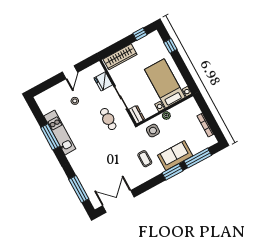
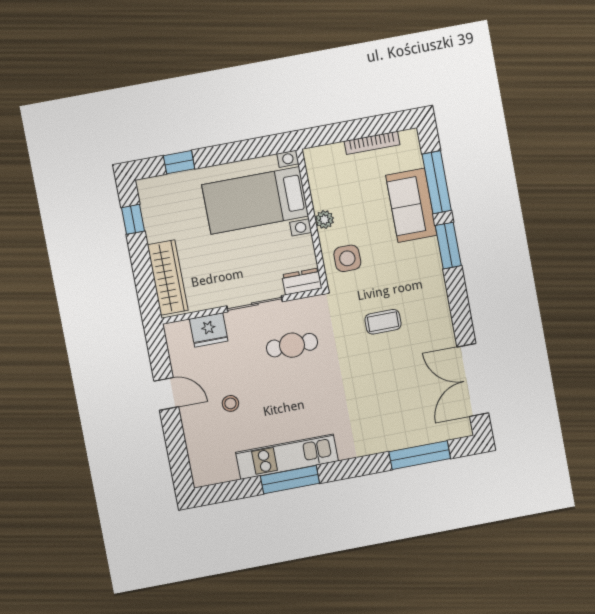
sofa: (175, 156) -> (411, 205), moved
coffee table: (145, 159) -> (383, 322), moved

